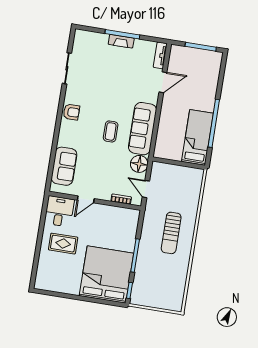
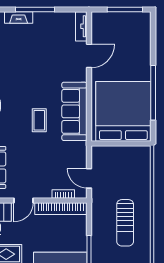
fireplace: (121, 41) -> (19, 18), moved
bed: (198, 137) -> (123, 111), width x2.04
floor lamp: (139, 164) -> (77, 151), removed
bookcase: (117, 212) -> (61, 209), added

